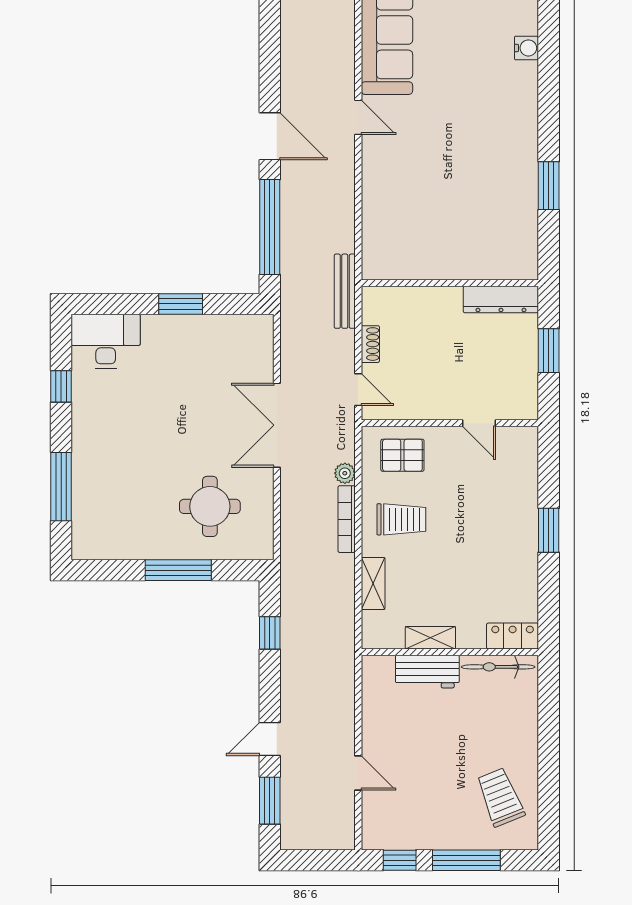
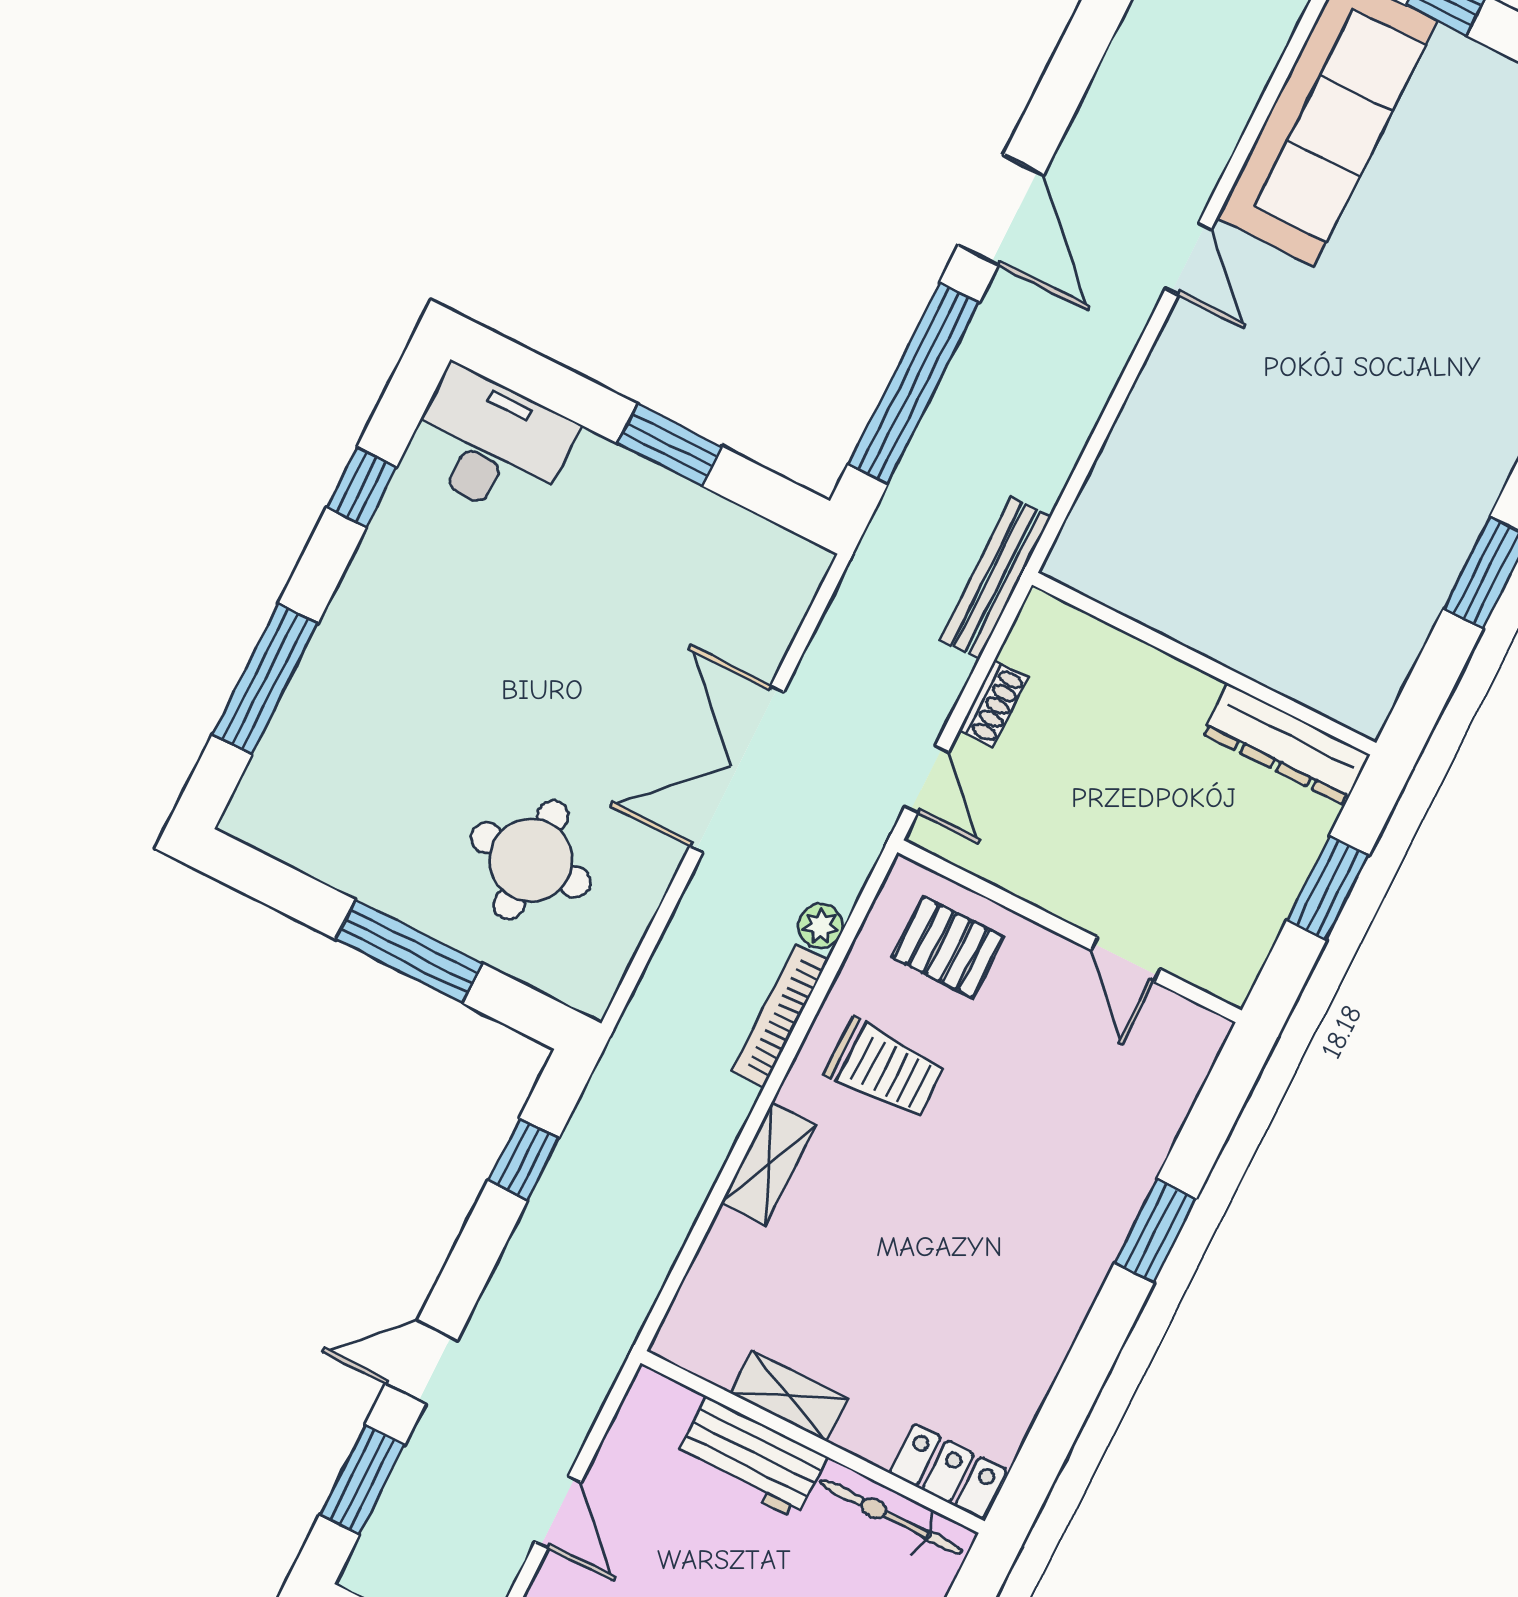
locker: (513, 636) -> (948, 1472), moved
shelving: (430, 638) -> (789, 1396), moved
wall: (450, 652) -> (813, 1442), moved
bicycle: (498, 667) -> (891, 1517), moved
workbench: (427, 672) -> (751, 1458), moved

